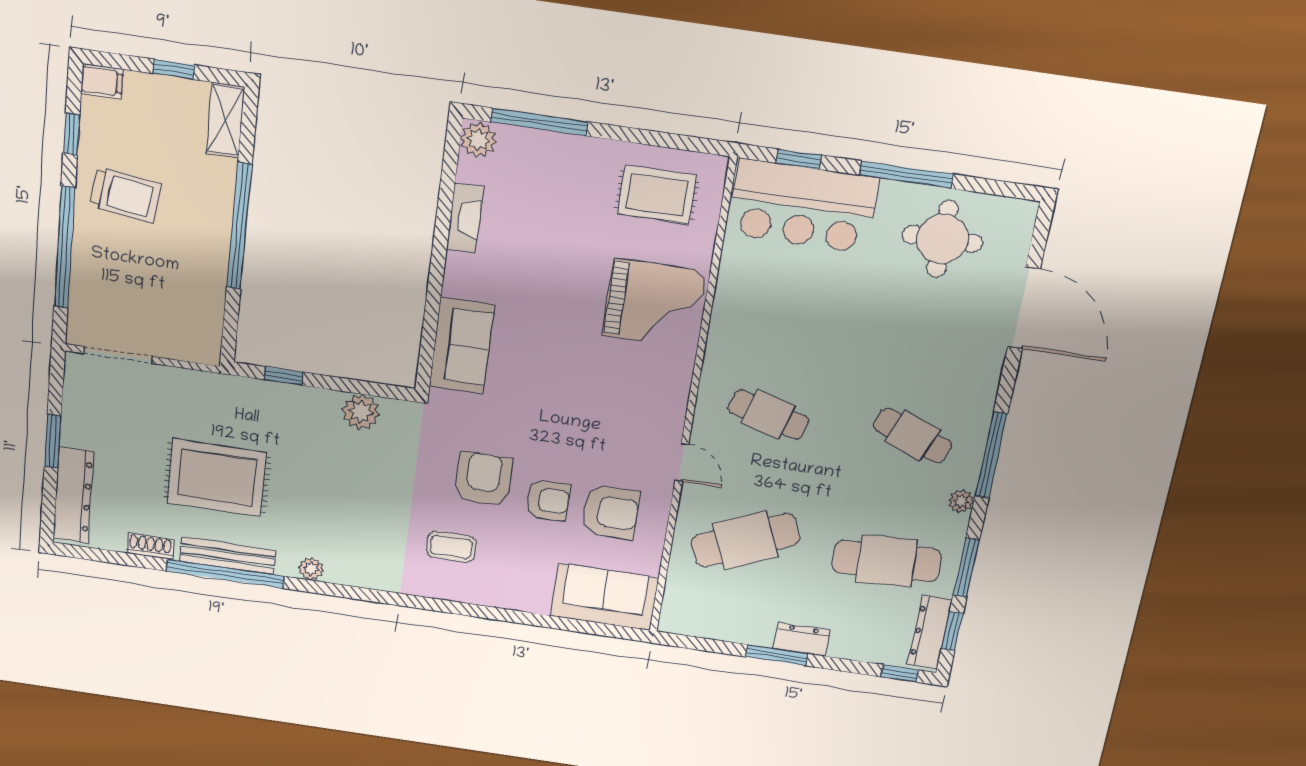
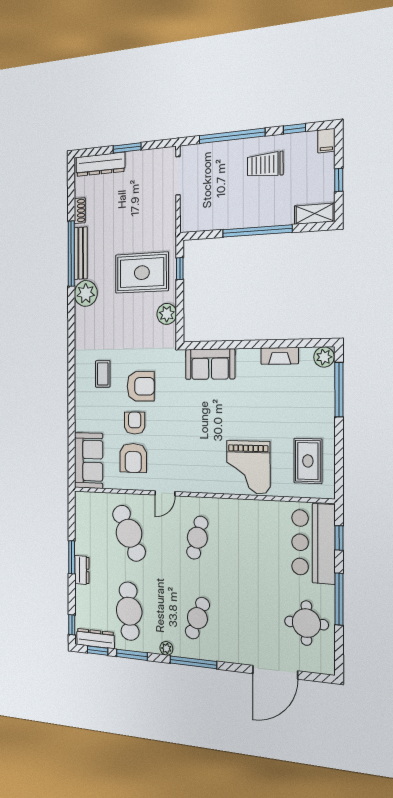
trolley: (125, 195) -> (265, 165), turned 82
rug: (217, 478) -> (142, 273), moved, turned 90
armchair: (548, 500) -> (135, 423), turned 180
plant: (311, 569) -> (86, 293), width x1.88, depth x1.88

